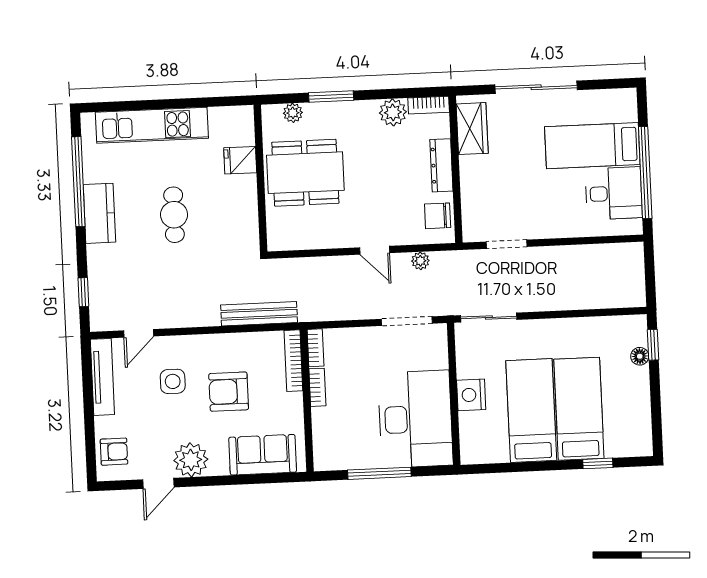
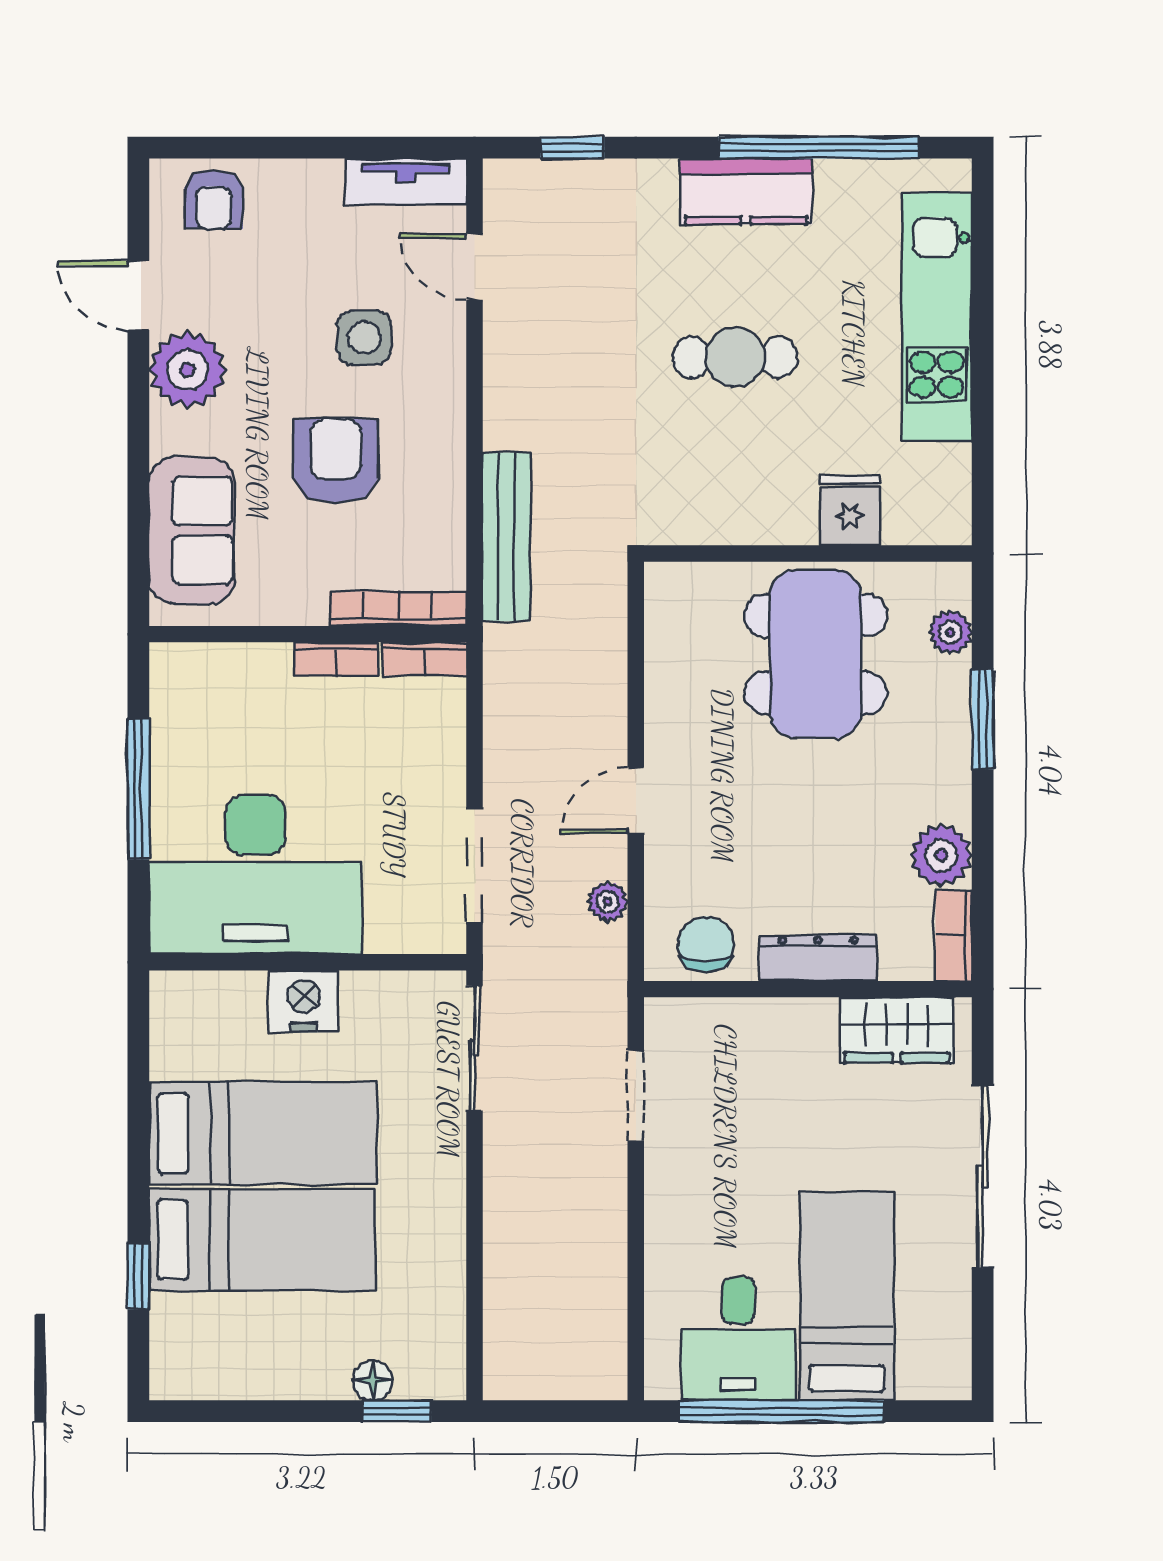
tv unit: (102, 377) -> (406, 181), width x0.71

